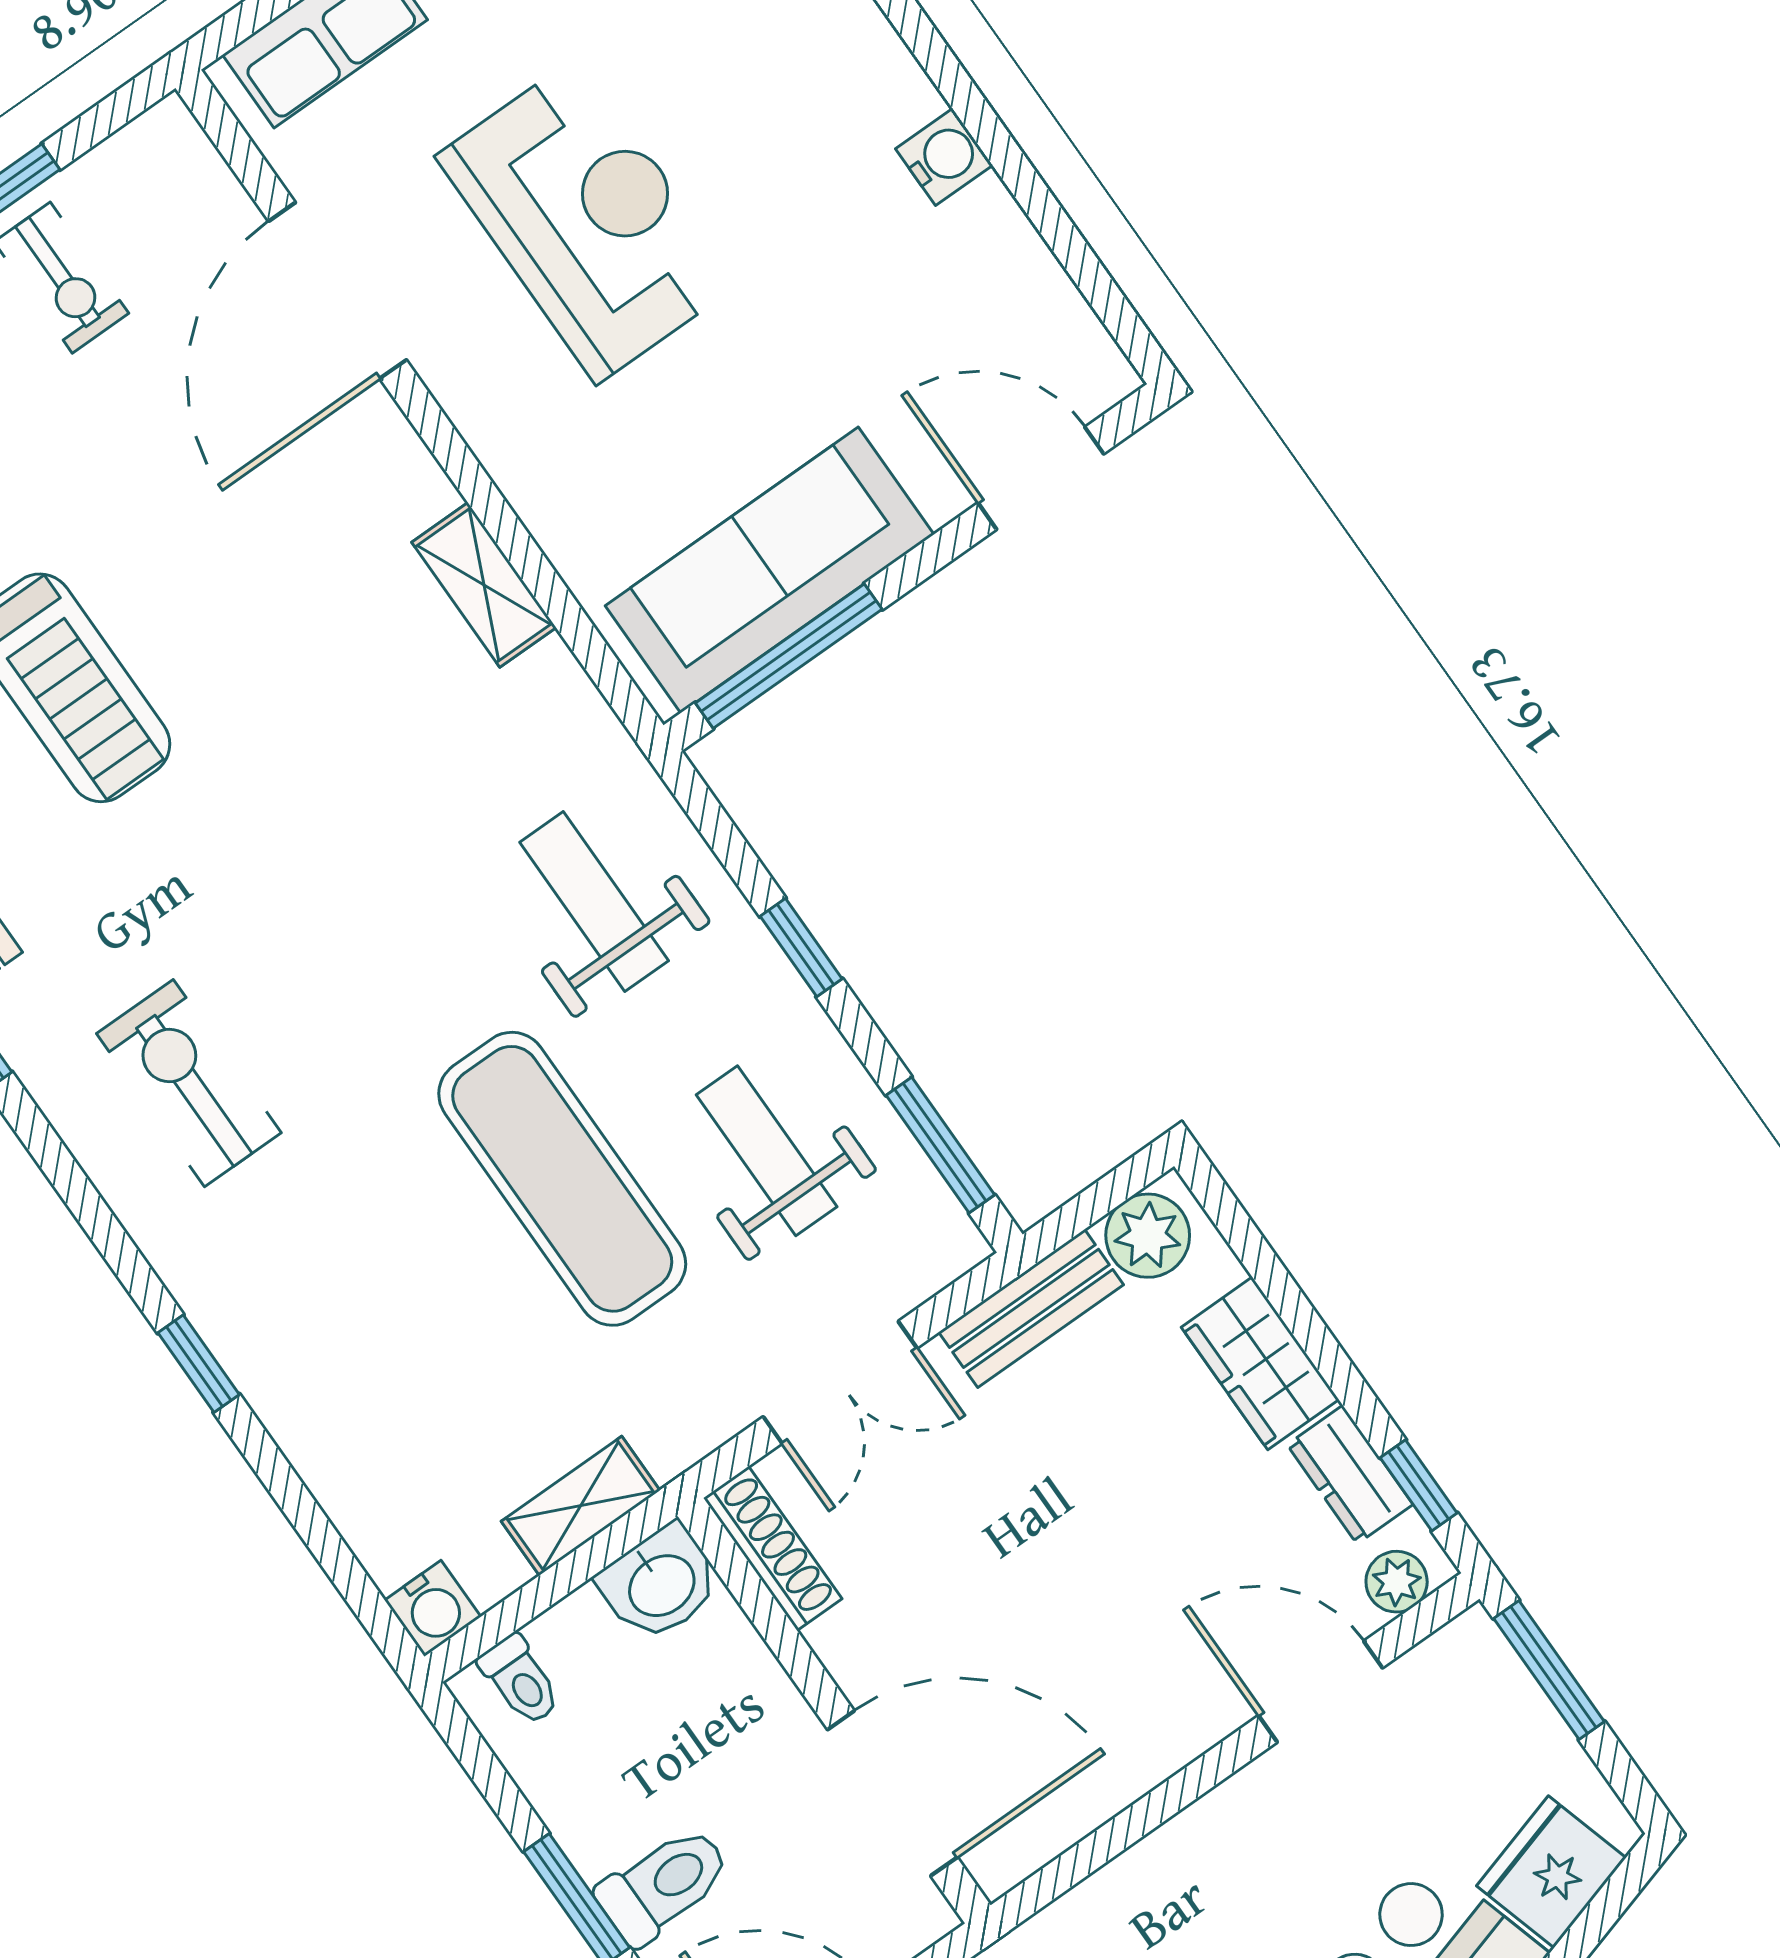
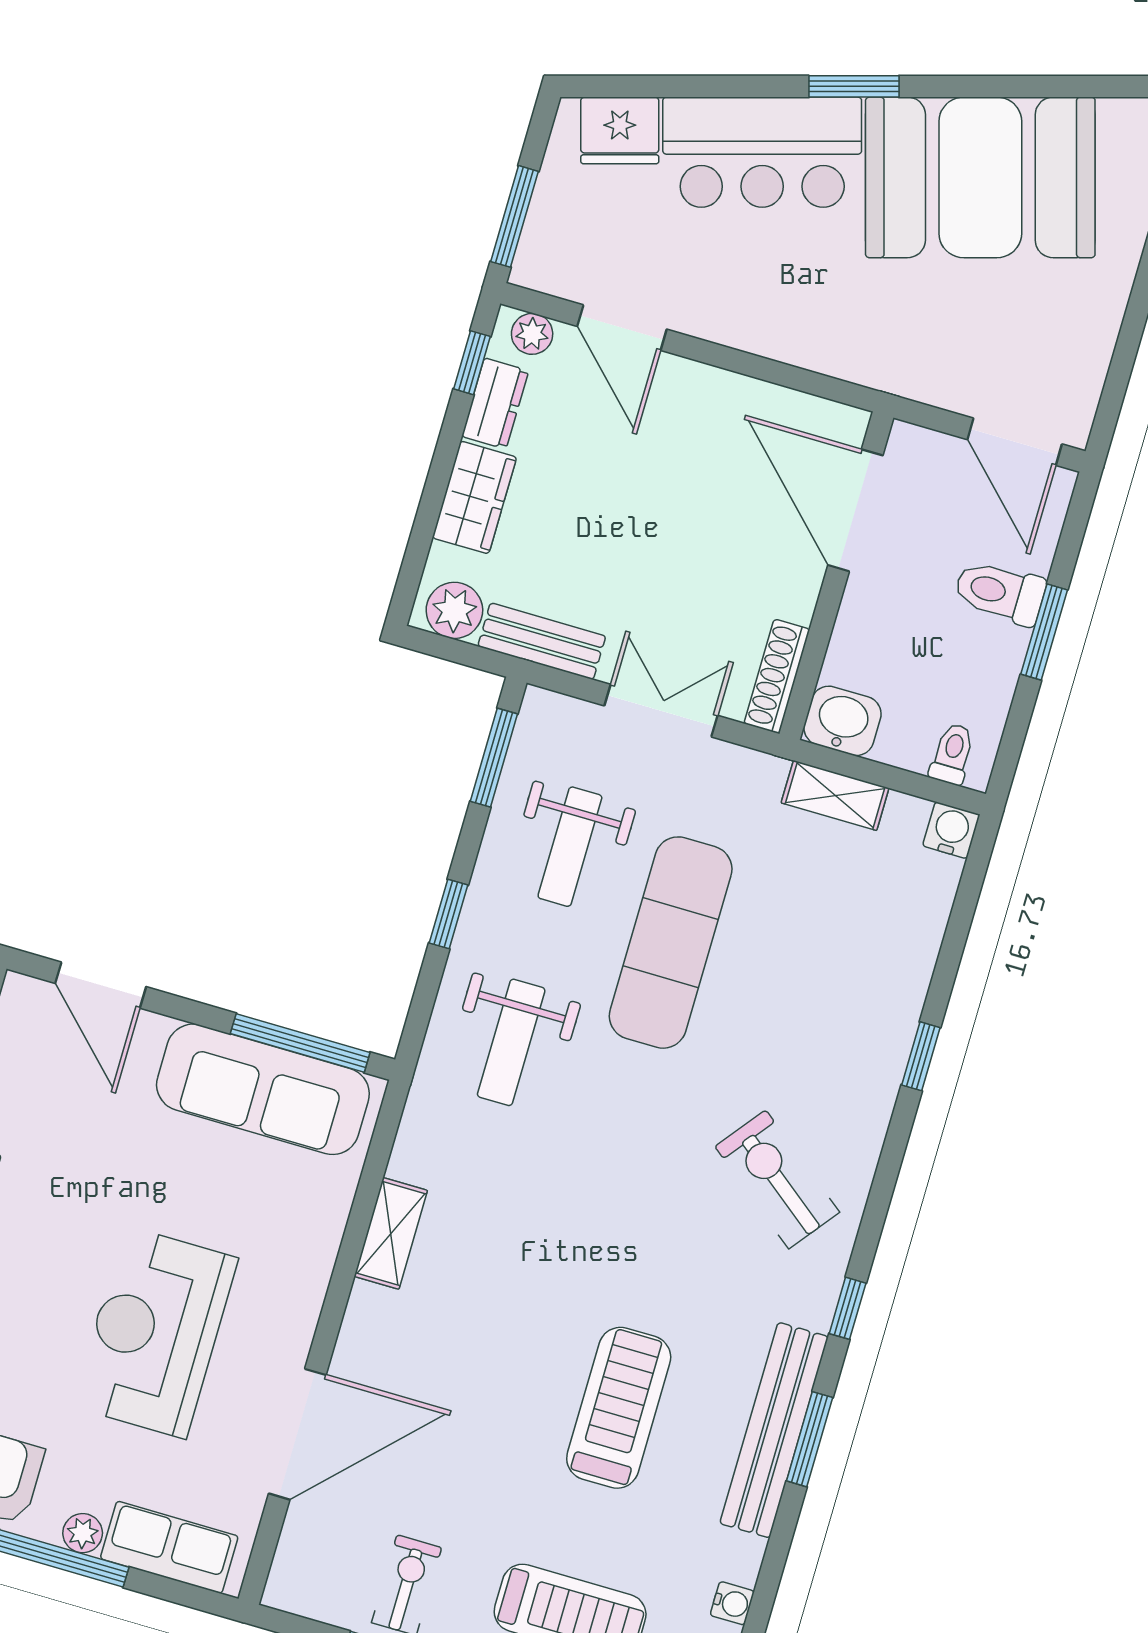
exercise bike: (189, 1083) -> (777, 1179), turned 128

